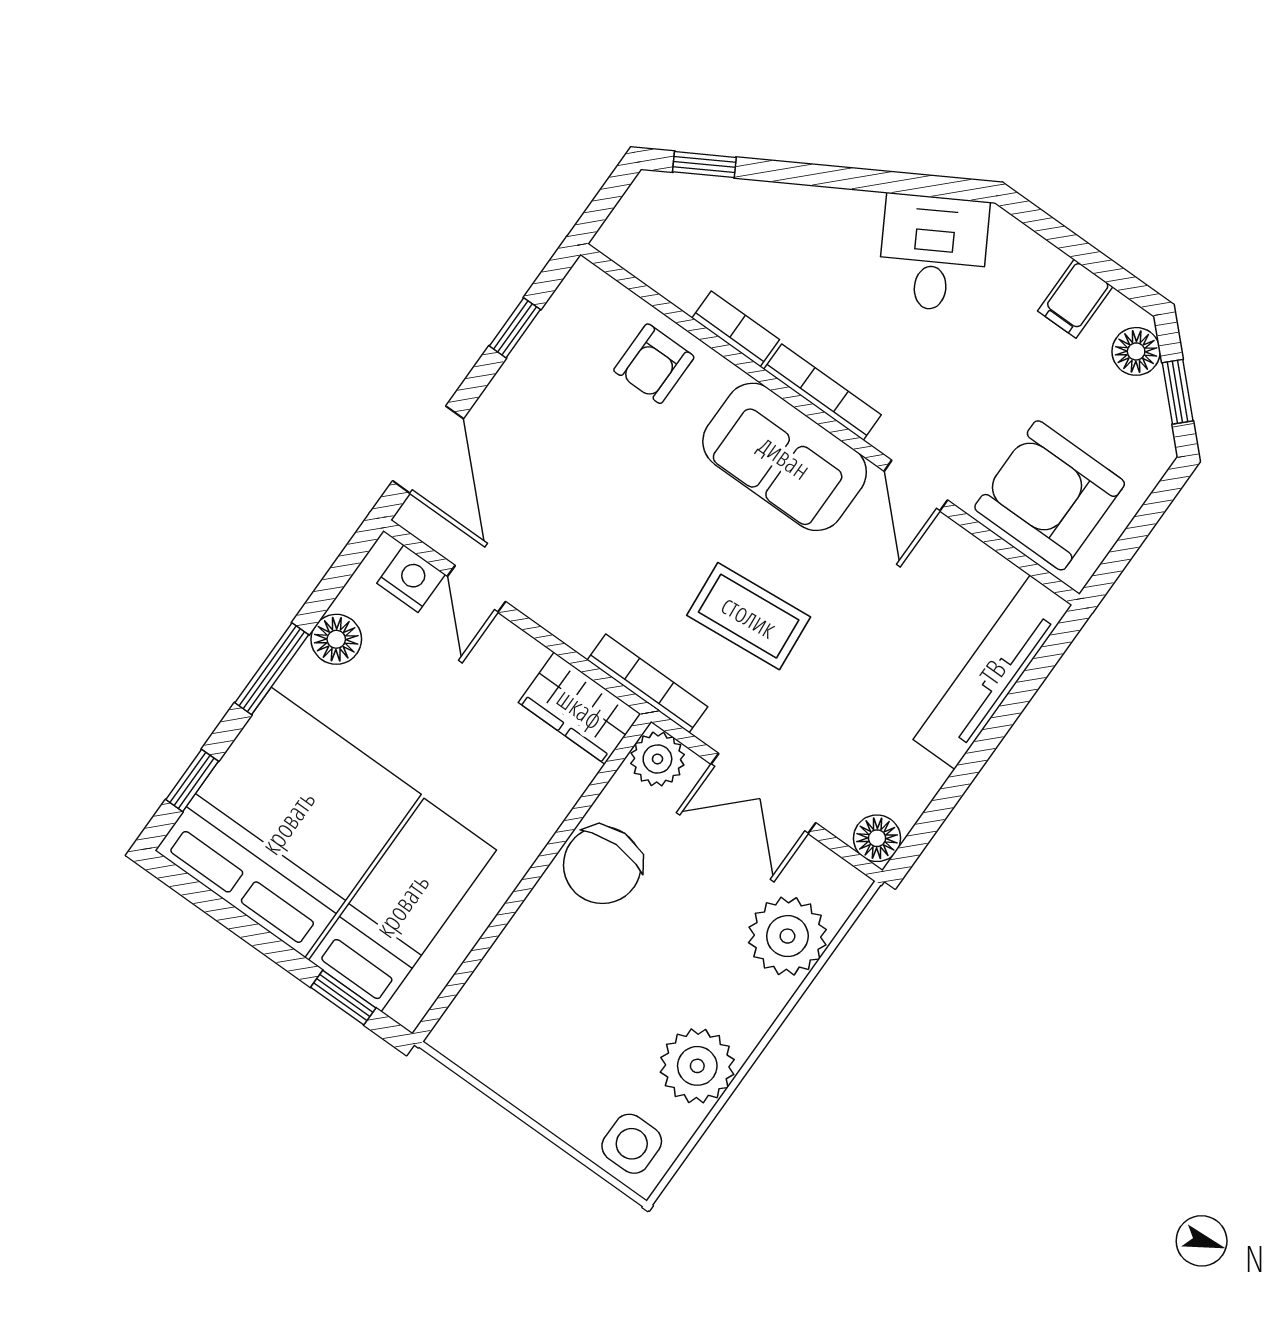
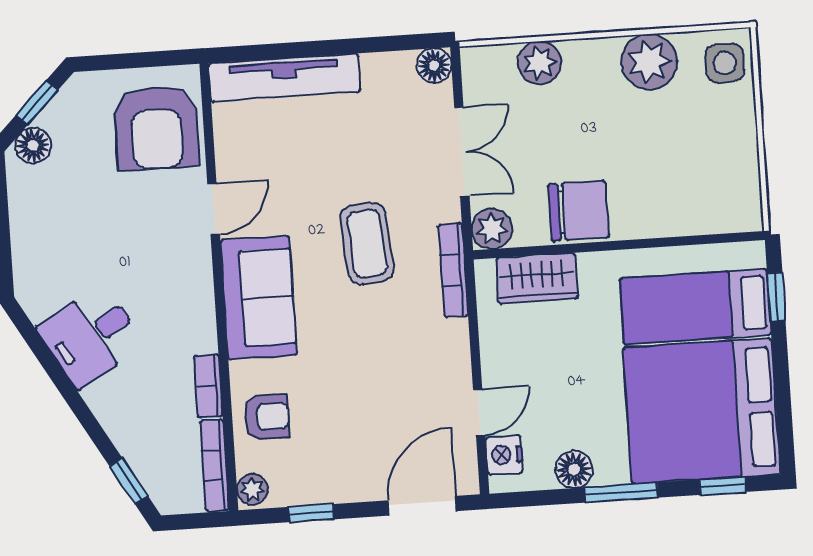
desk: (933, 253) -> (91, 336), moved
plant: (590, 287) -> (252, 489), added
filing cabinet: (1075, 299) -> (31, 205), removed
bookcase: (822, 392) -> (214, 465), moved
wardrobe: (580, 708) -> (537, 278), moved, turned 90
plant: (787, 936) -> (540, 63), width x0.73, depth x0.73

